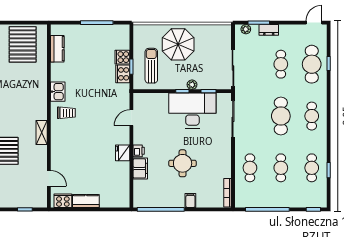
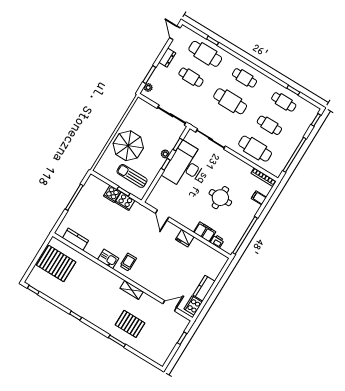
dresser: (269, 30) -> (167, 58), moved
printer: (139, 151) -> (217, 241), moved
cafe table: (250, 168) -> (255, 149), width x1.37, depth x1.35
filing cabinet: (190, 200) -> (259, 198), moved

